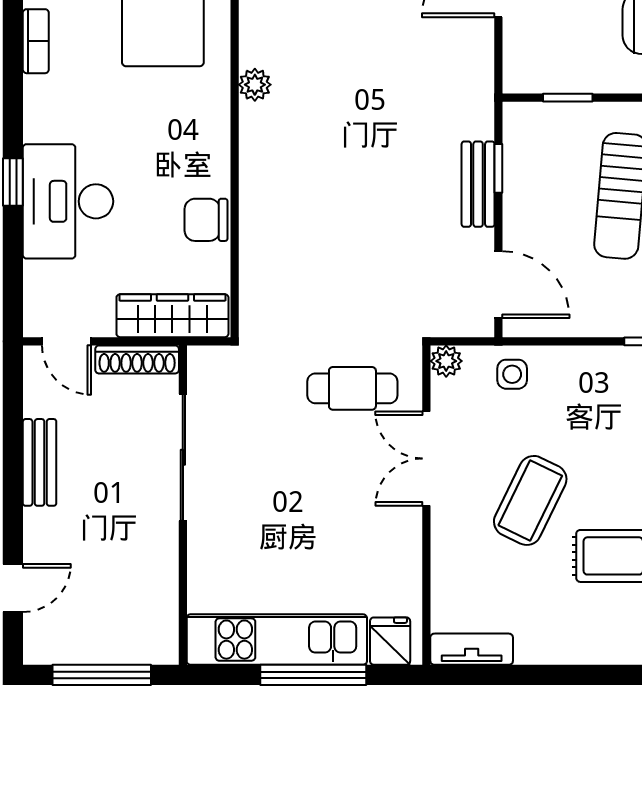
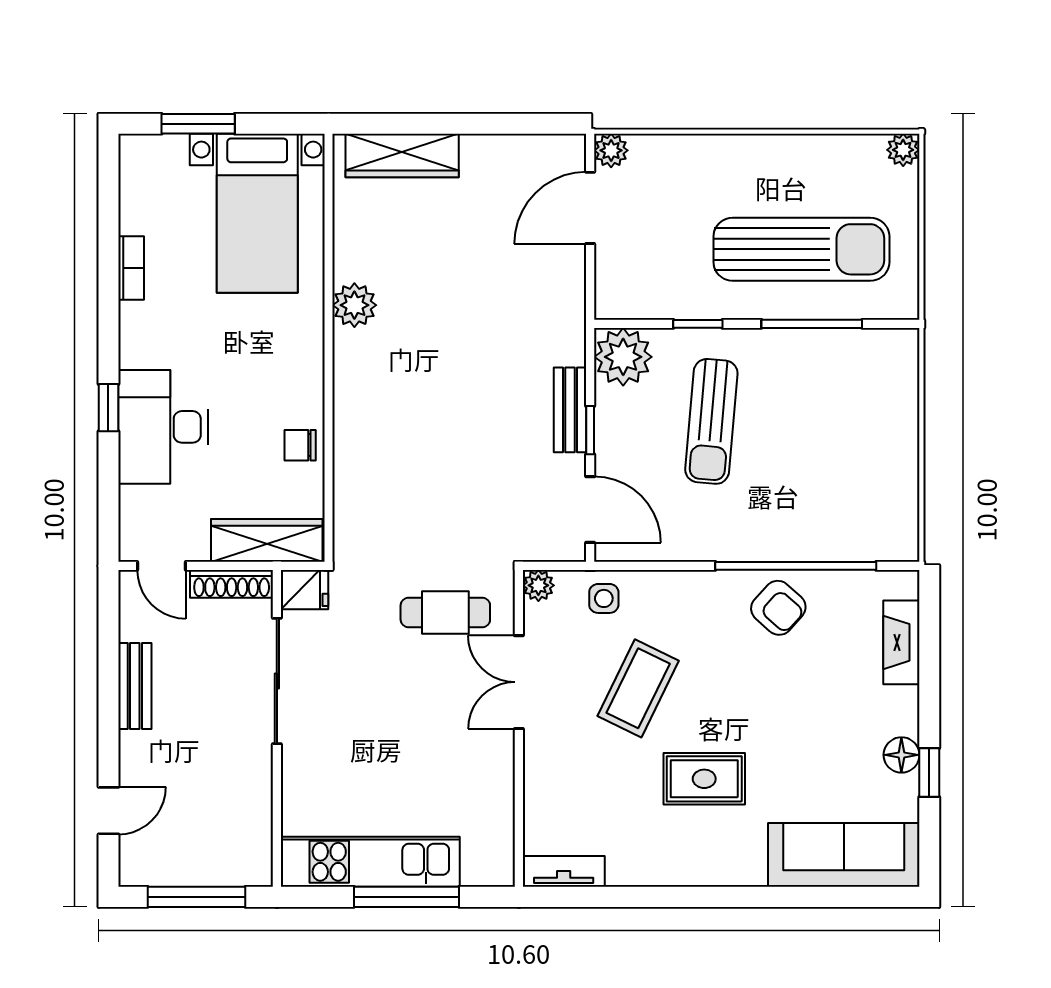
plant: (255, 85) -> (354, 305), width x1.38, depth x1.38
window: (568, 98) -> (698, 324), moved
plant: (532, 131) -> (623, 357), added
window: (498, 168) -> (590, 430), moved
chair: (206, 220) -> (300, 445), width x0.73, depth x0.73
coffee table: (530, 500) -> (638, 688), moved
fridge: (390, 641) -> (305, 590), moved, turned 90

